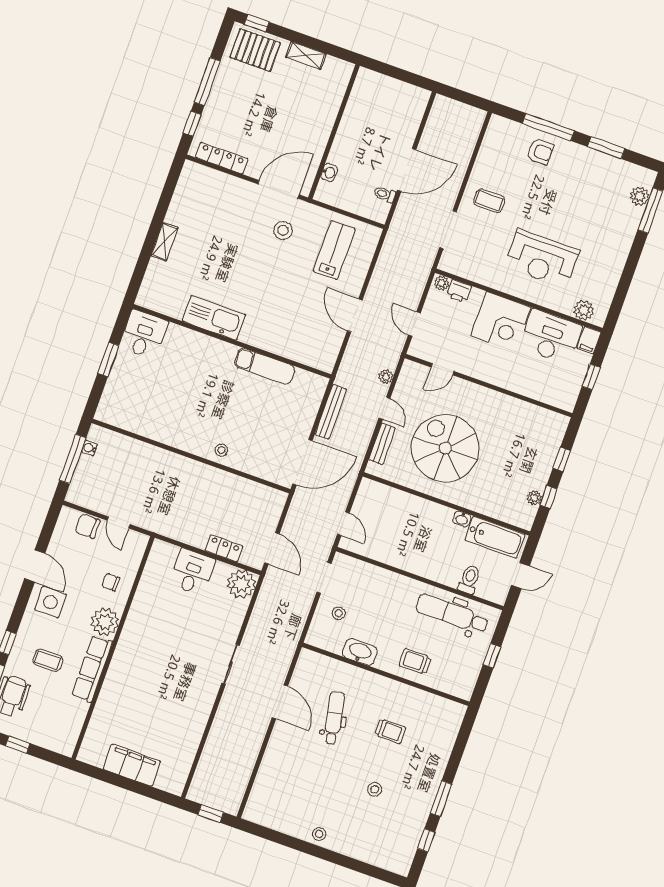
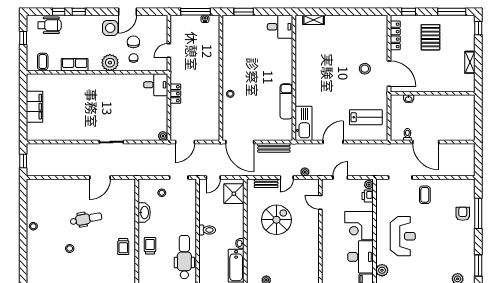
pallet: (255, 50) -> (430, 37), moved
window: (207, 82) -> (452, 12), moved
window: (606, 148) -> (478, 266), moved
armchair: (540, 152) -> (463, 214), turned 180
stool: (283, 230) -> (365, 69), moved
shelving: (165, 242) -> (314, 20), moved
reception desk: (542, 259) -> (403, 236), turned 180
kitchen sink: (214, 318) -> (303, 123), moved
window: (108, 359) -> (244, 12), moved
spiral stairs: (445, 448) -> (276, 220), width x0.73, depth x0.73
shower: (380, 500) -> (234, 194), added
chair: (88, 526) -> (133, 42), moved
locker: (224, 548) -> (175, 94), moved
desk: (192, 572) -> (156, 85), moved
toilet: (469, 579) -> (207, 230), moved
plant: (241, 584) -> (163, 136), width x0.53, depth x0.53
coffee table: (48, 660) -> (43, 62), moved
row of seats: (92, 669) -> (75, 65), width x0.68
dental chair: (334, 718) -> (86, 219), moved
trolley: (390, 731) -> (123, 247), moved

